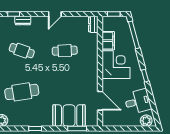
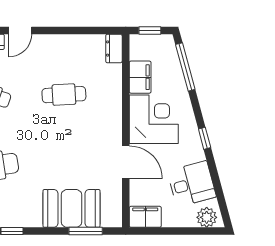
door: (55, 14) -> (20, 30), moved
door: (100, 101) -> (126, 162), moved
filing cabinet: (111, 120) -> (145, 217), added

